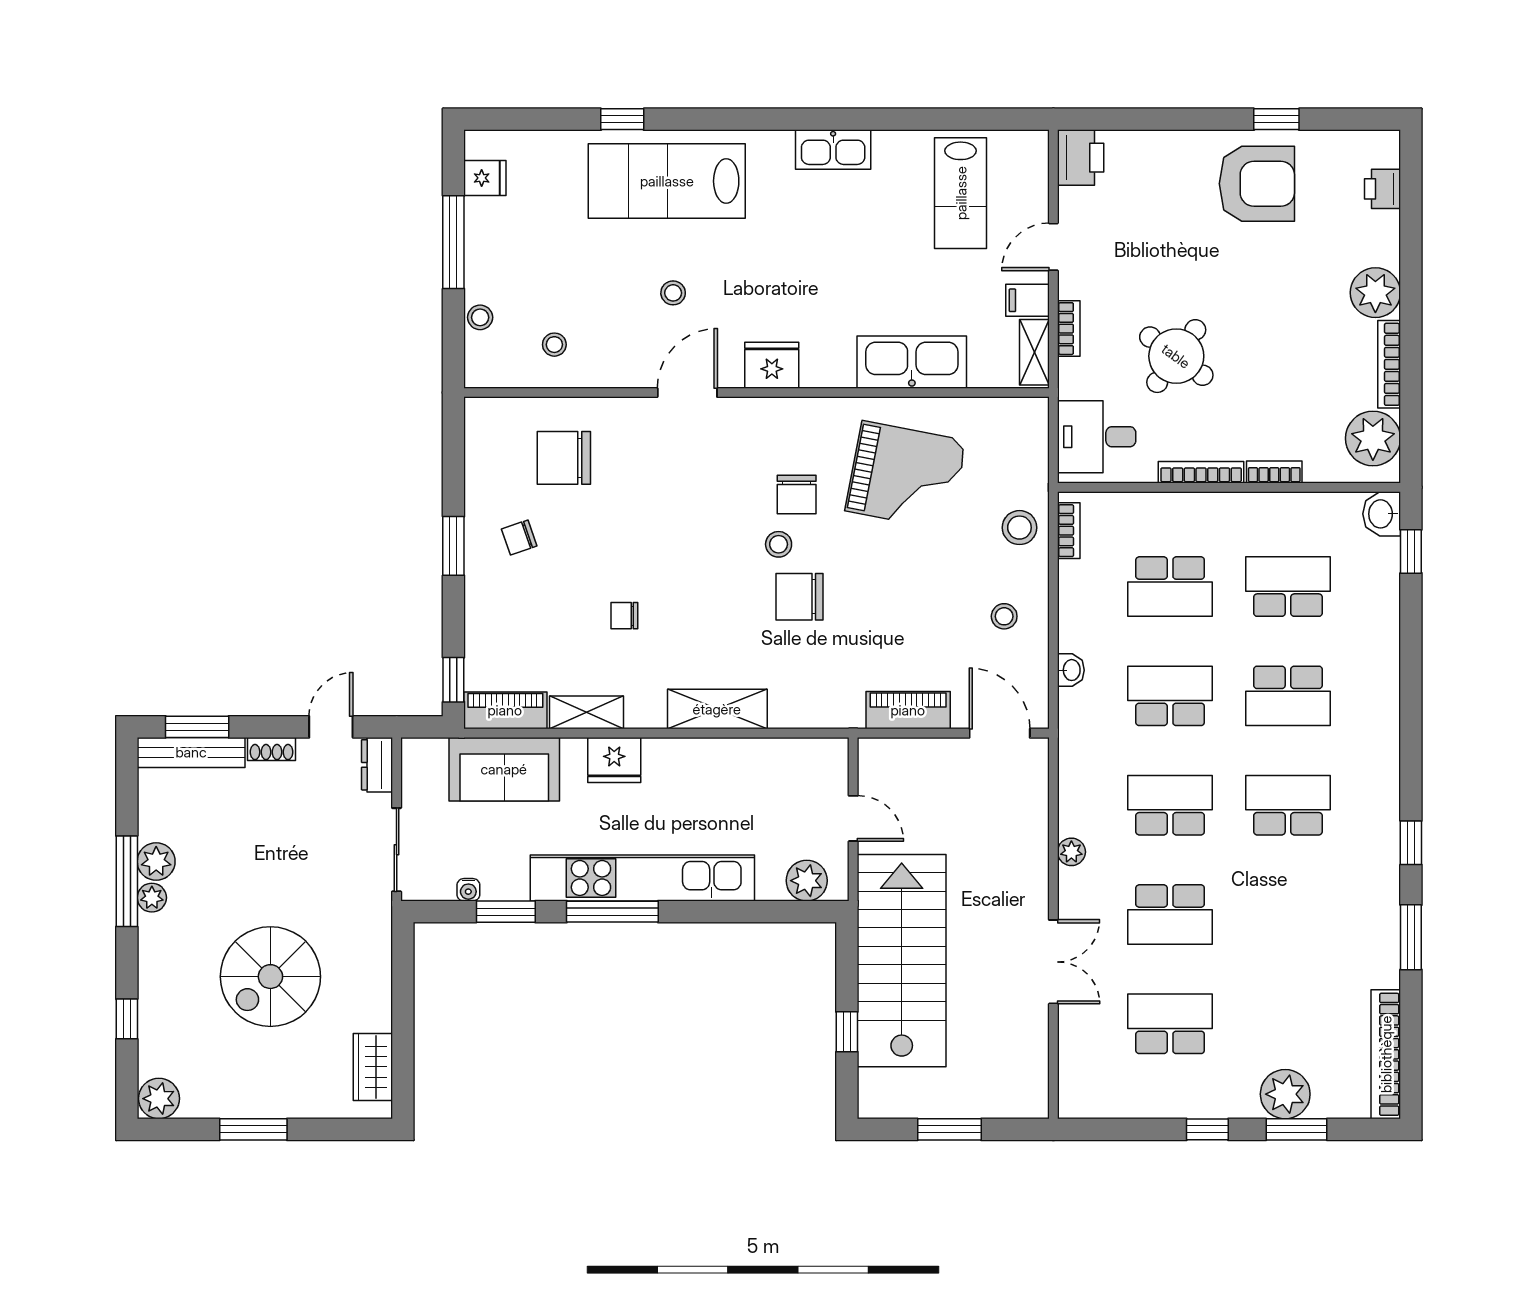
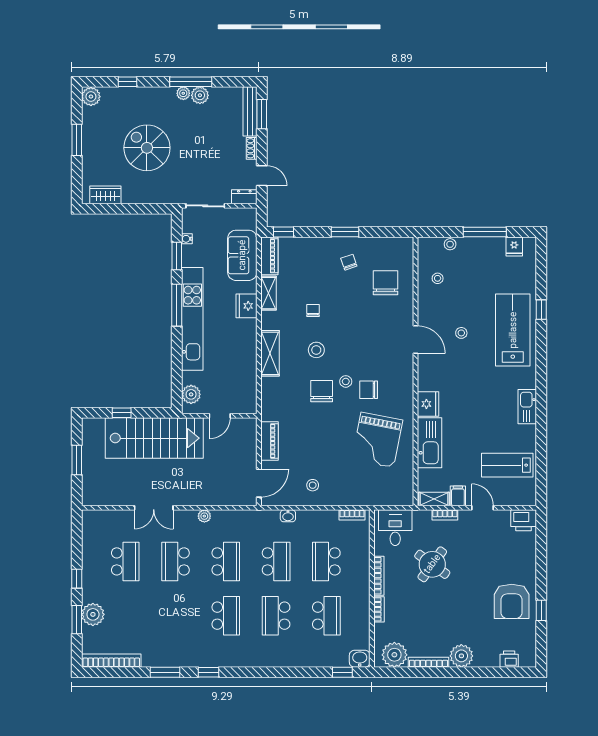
fridge: (772, 365) -> (428, 404), moved
stool: (1019, 528) -> (316, 350), moved

